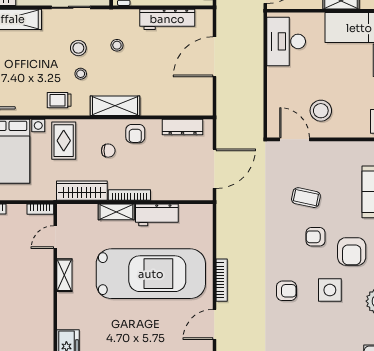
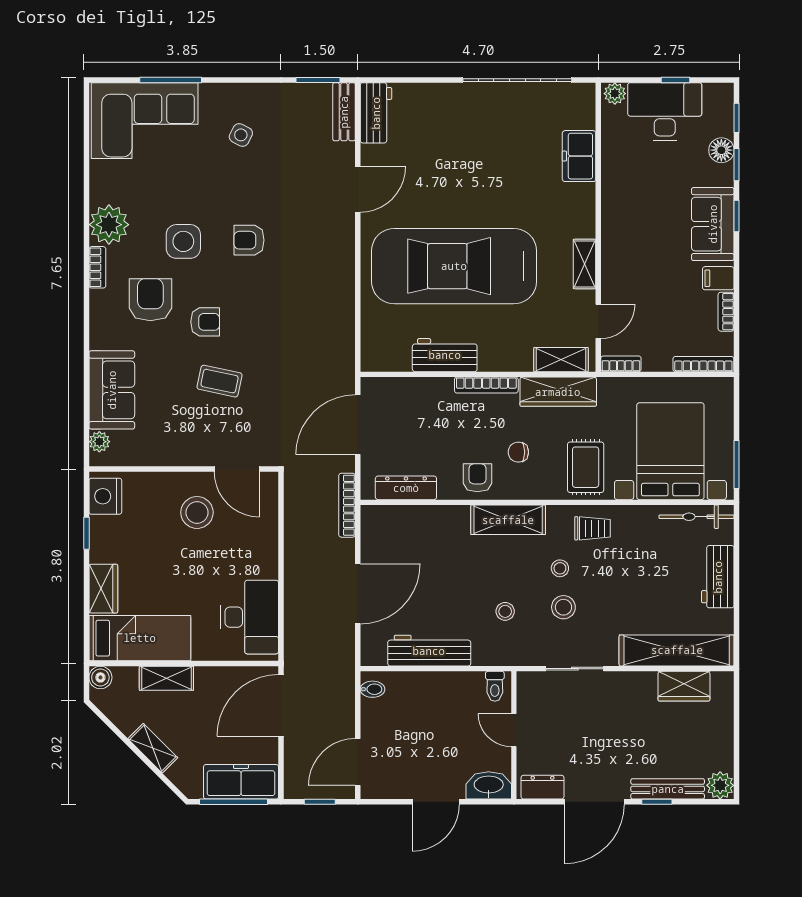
shelving: (116, 212) -> (561, 360), moved
bookcase: (222, 280) -> (347, 505), moved

